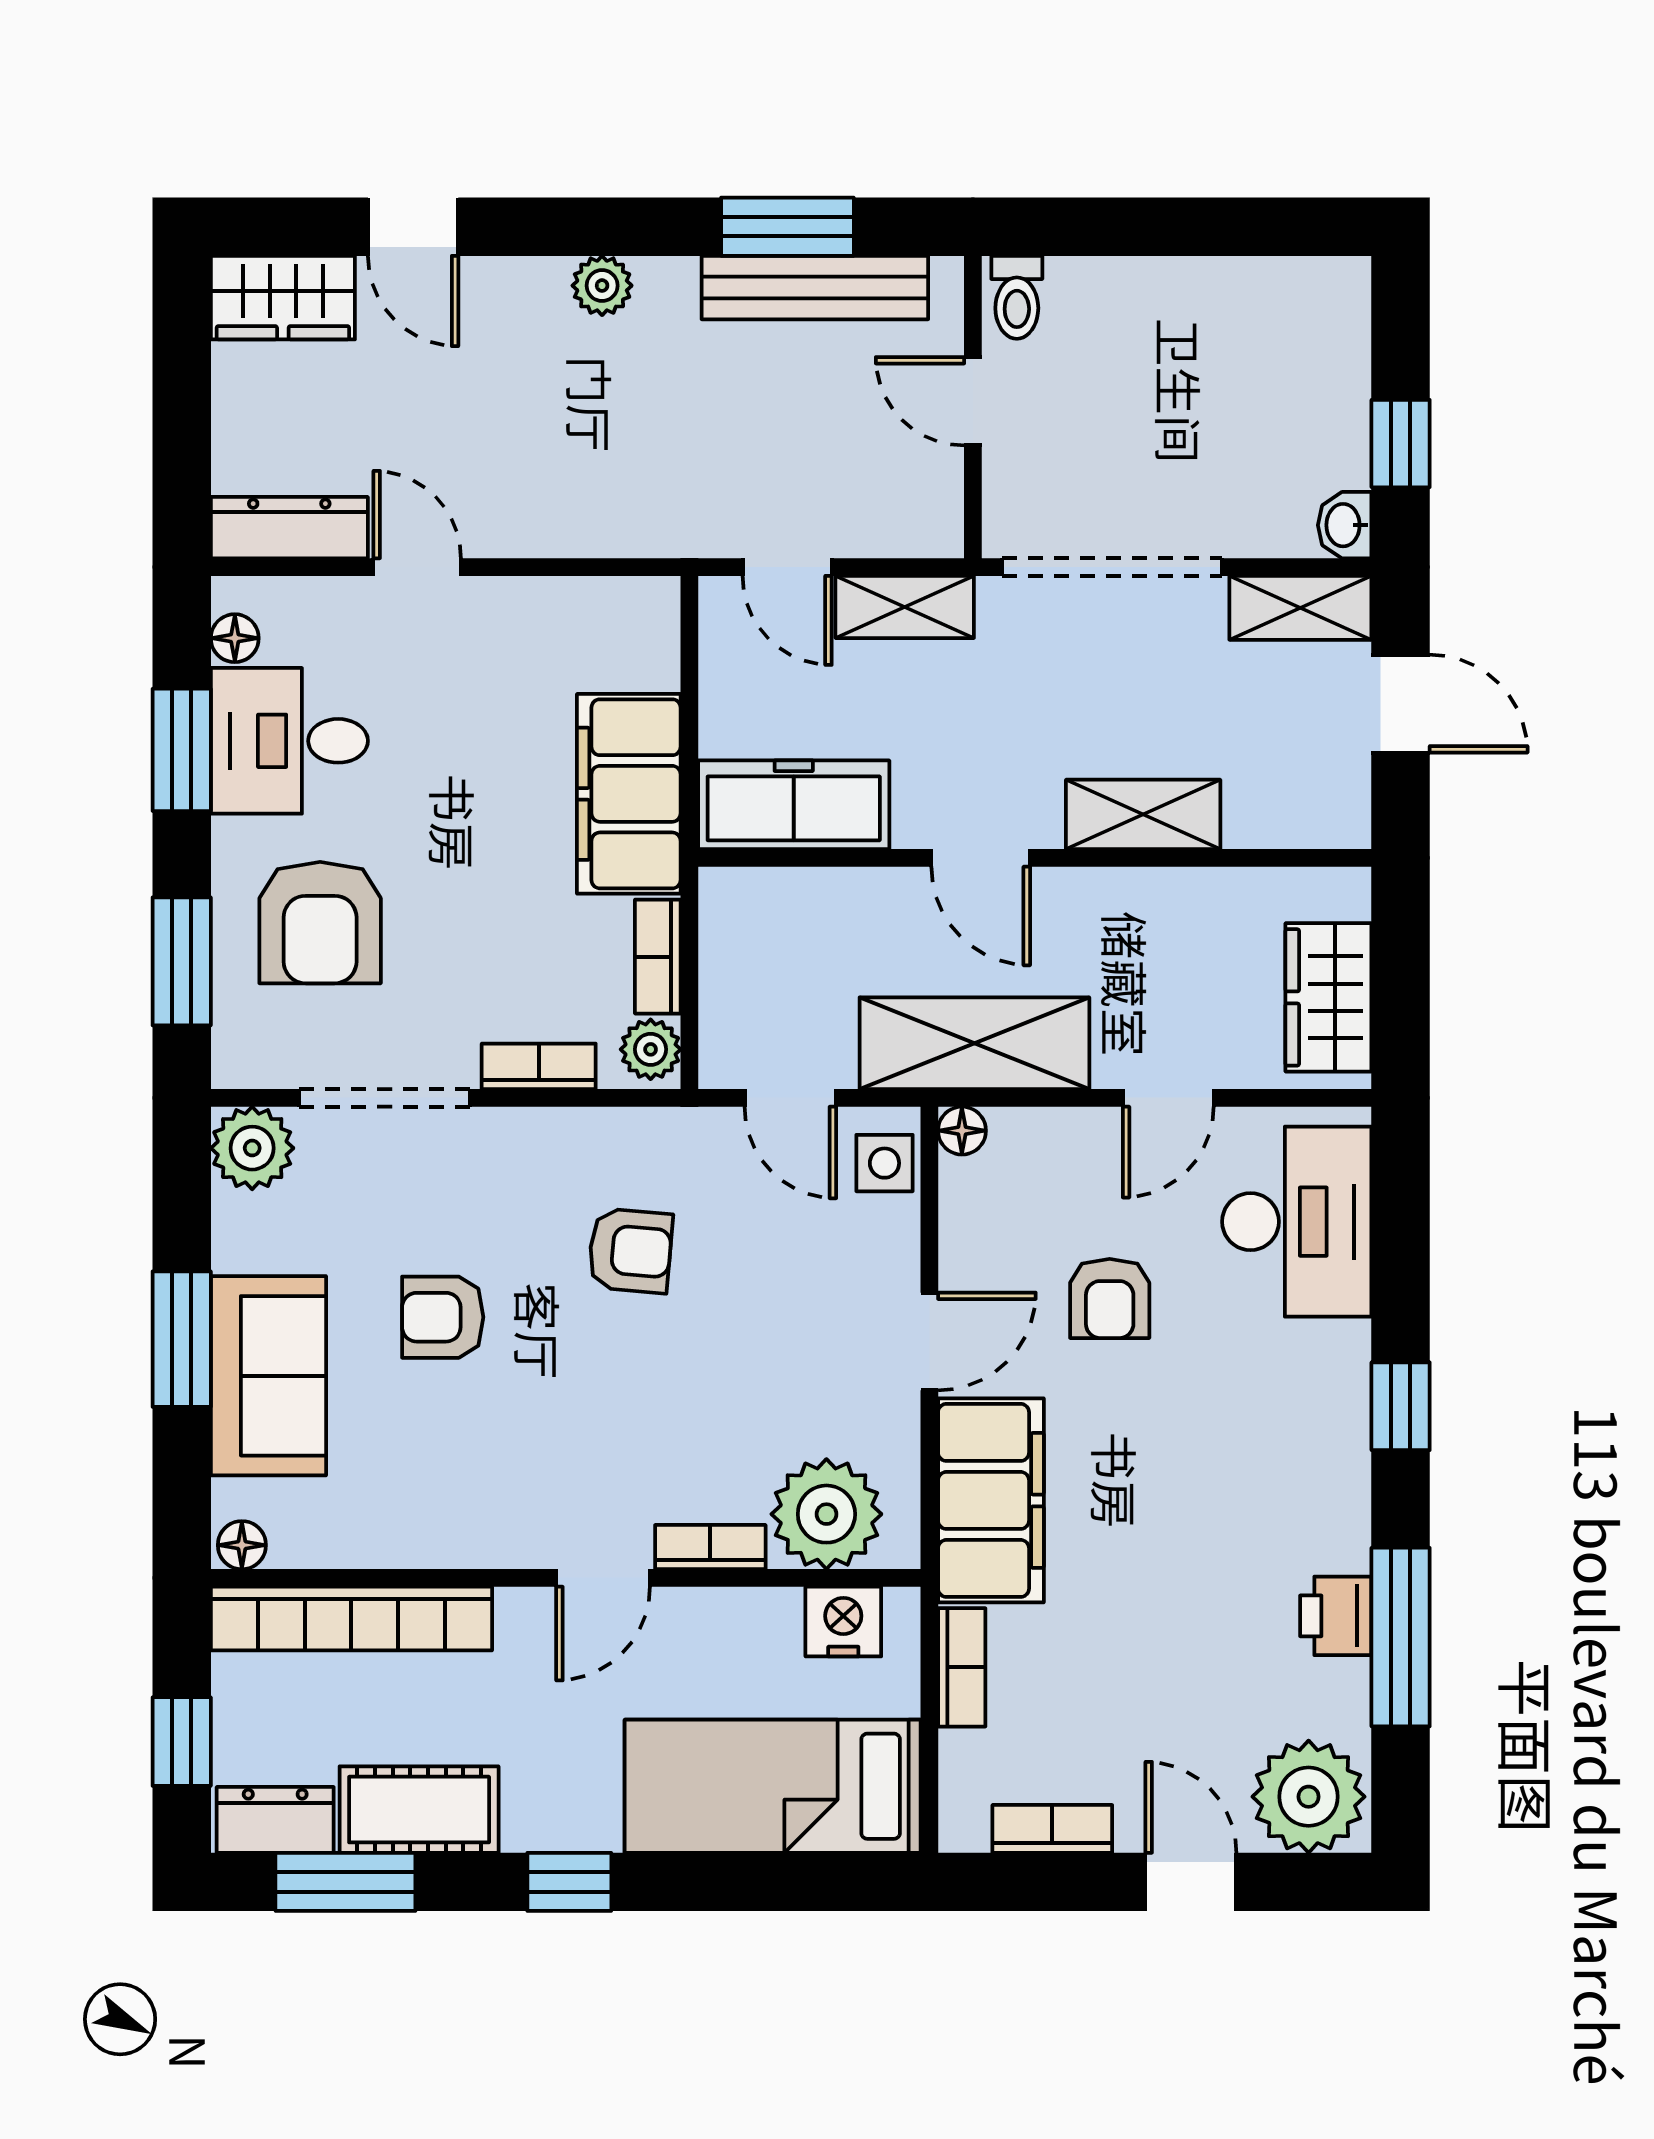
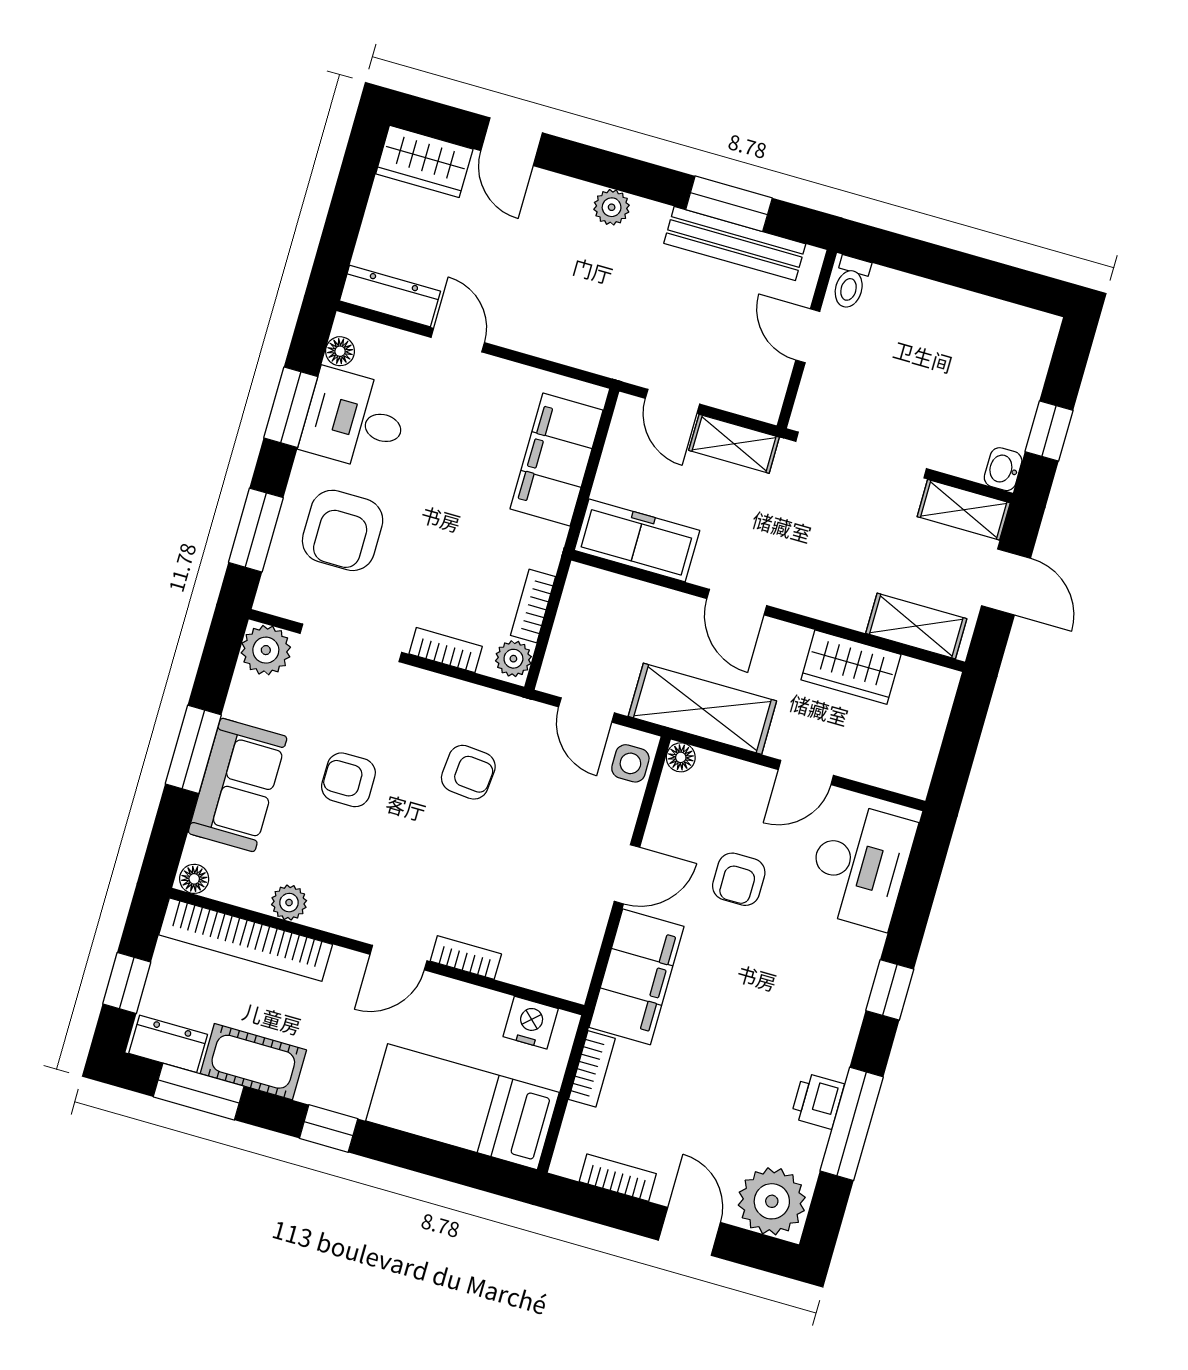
filing cabinet: (629, 794) -> (556, 459), moved
shelving: (1143, 814) -> (916, 626), moved
wardrobe: (1328, 997) -> (851, 667), moved, turned -90
plant: (826, 1514) -> (289, 903), moved, width x0.53, depth x0.53

